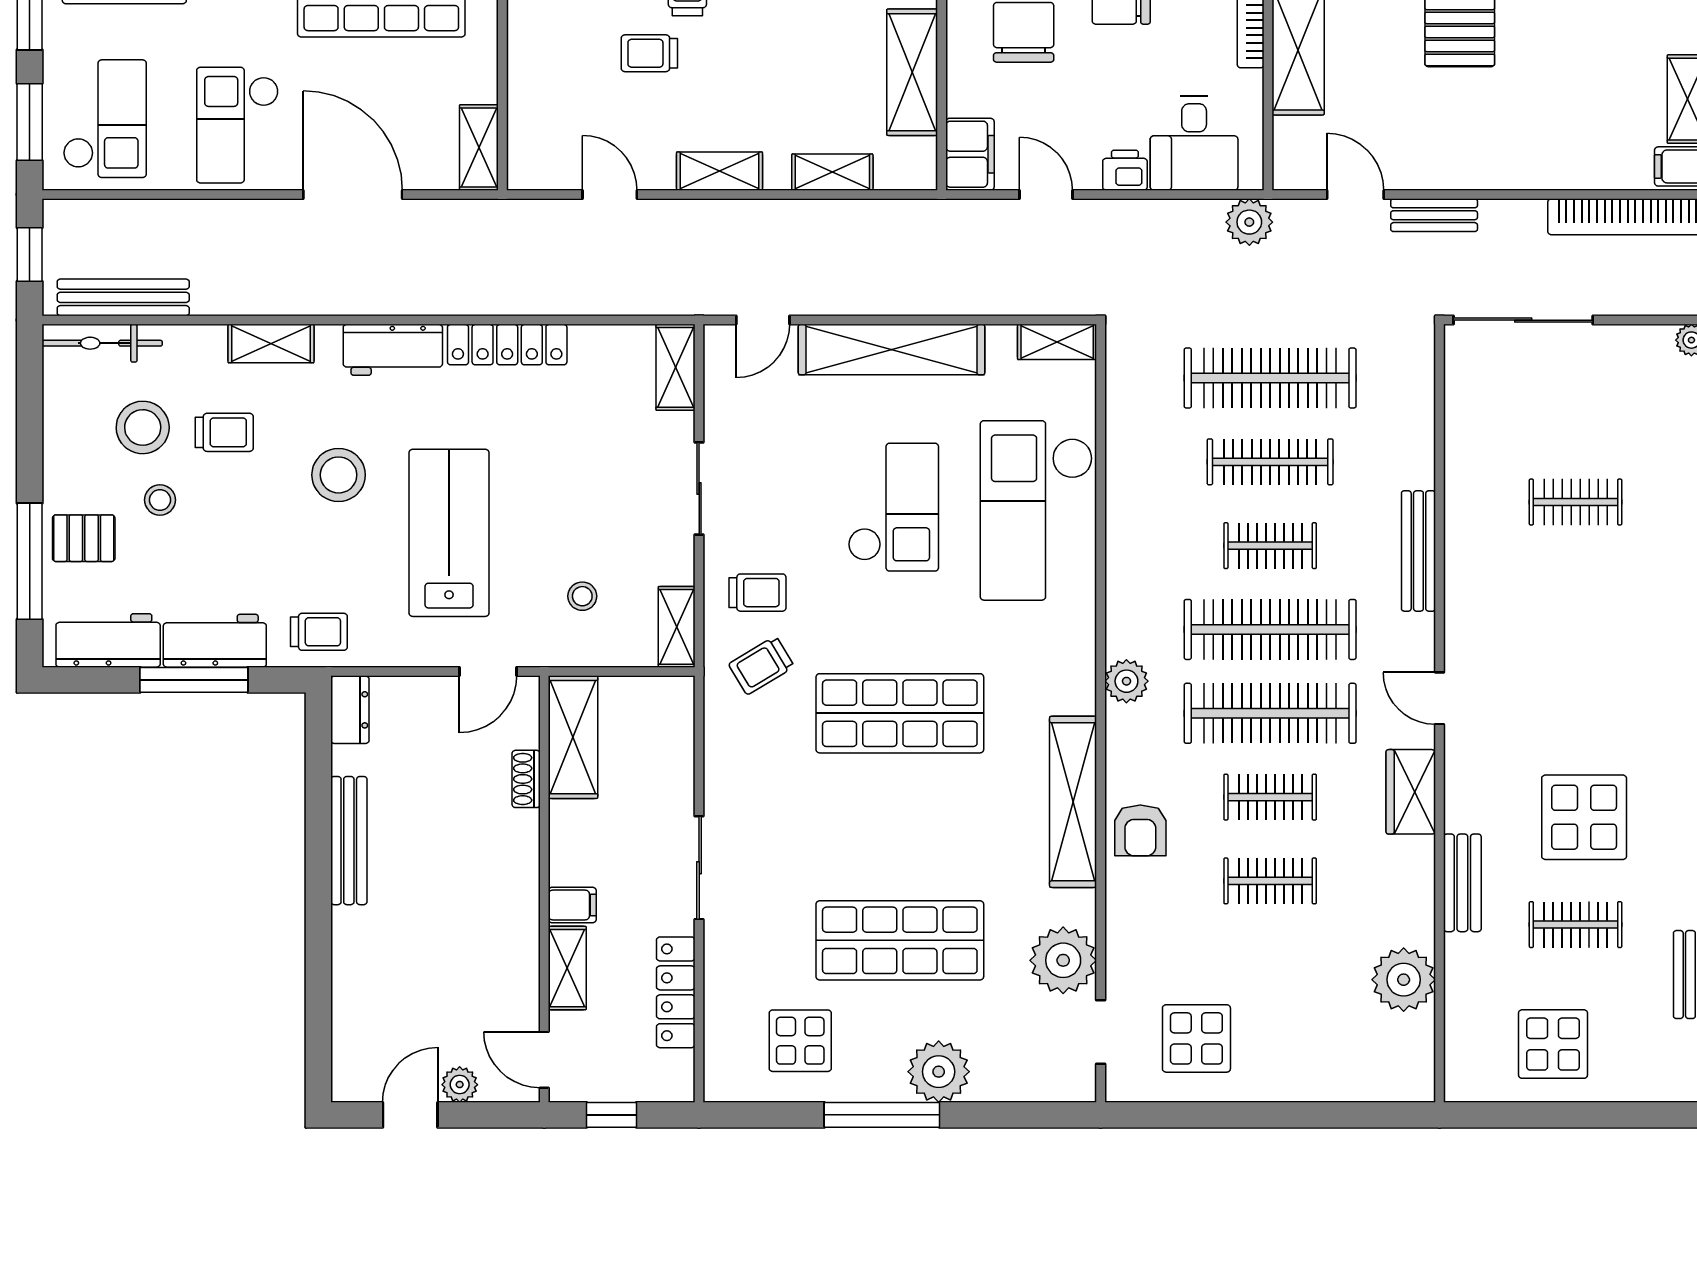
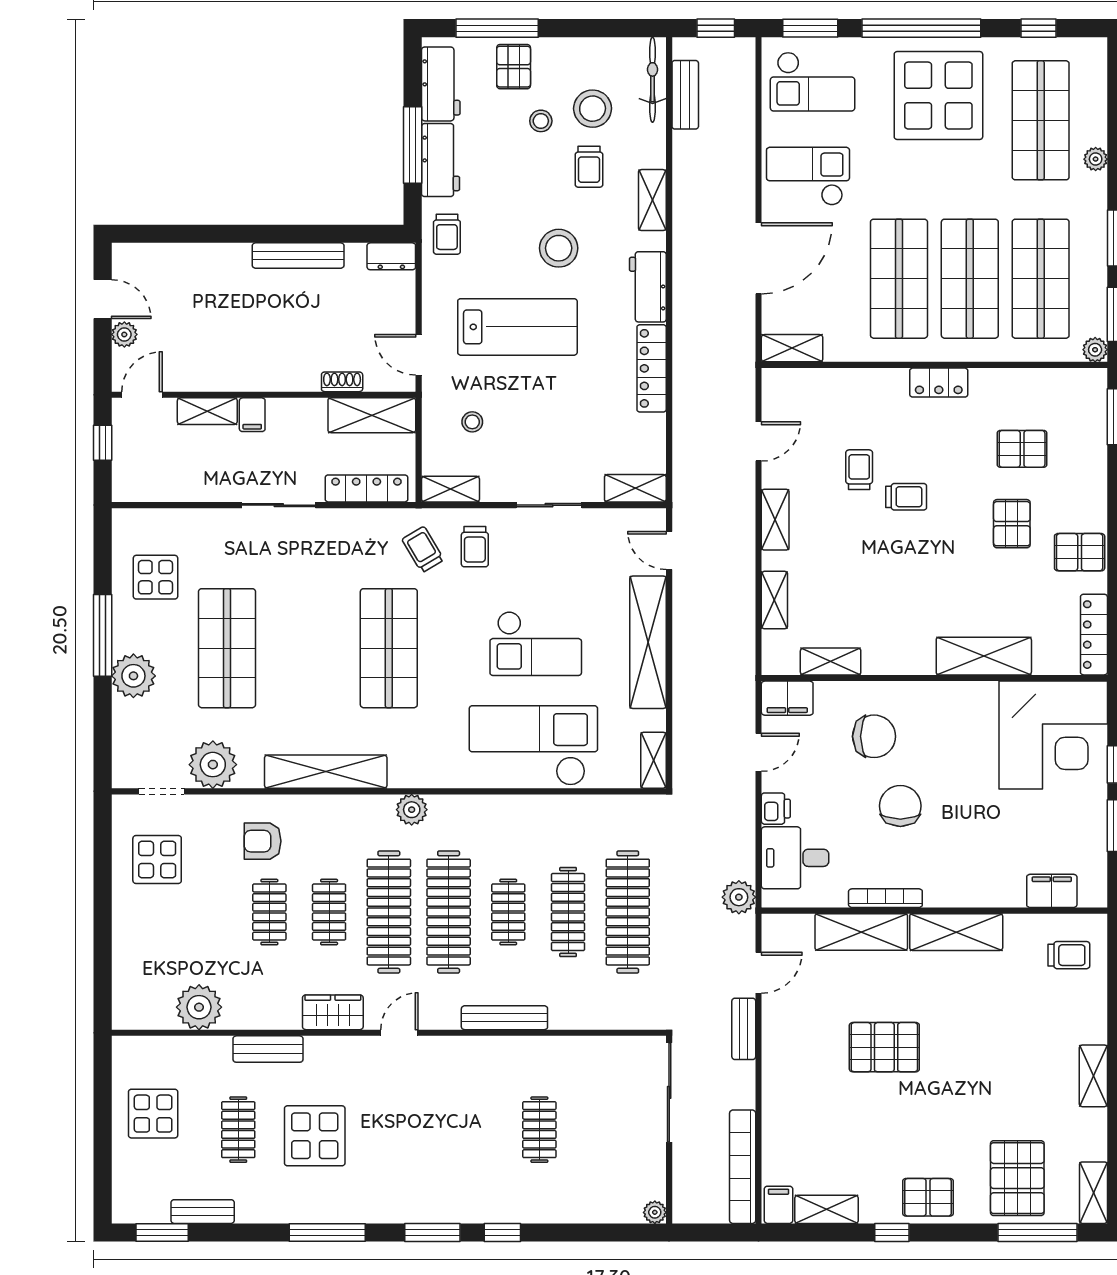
shelving: (912, 72) -> (831, 661), width x0.67, depth x0.75
bench: (123, 297) -> (685, 95), width x0.73
armchair: (1140, 830) -> (263, 841), moved
locker: (676, 992) -> (366, 488), moved

